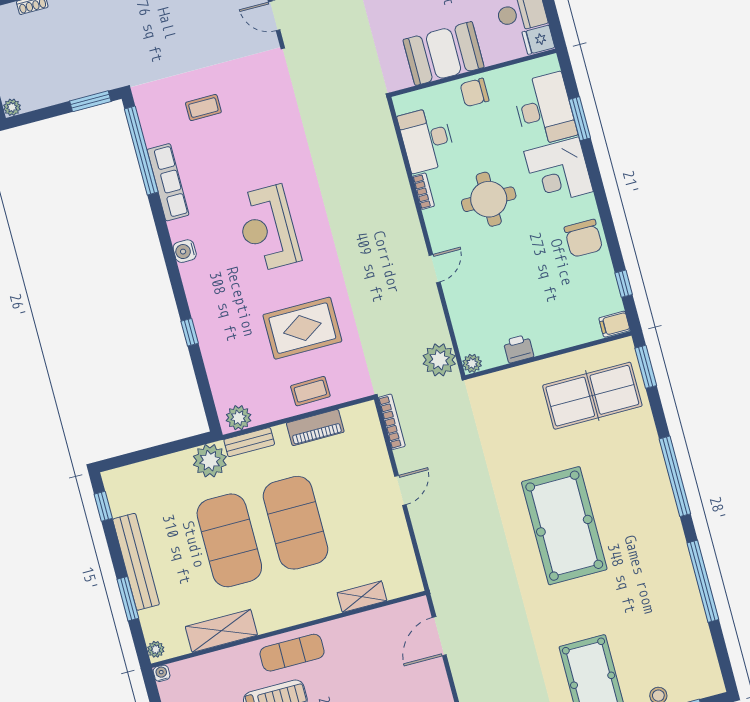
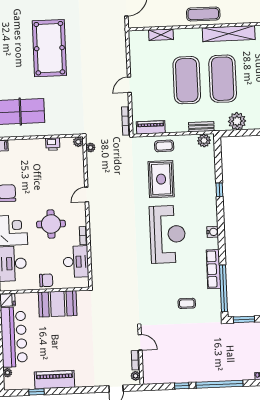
reception desk: (268, 228) -> (168, 234), width x1.36, depth x1.30
rug: (302, 328) -> (161, 179), turned 90
plant: (439, 360) -> (91, 147), width x0.53, depth x0.53
piano: (315, 428) -> (151, 127), moved
plant: (210, 461) -> (237, 121), moved
shelving: (221, 631) -> (229, 34), width x1.47

